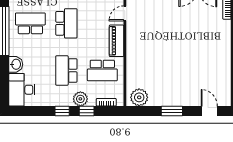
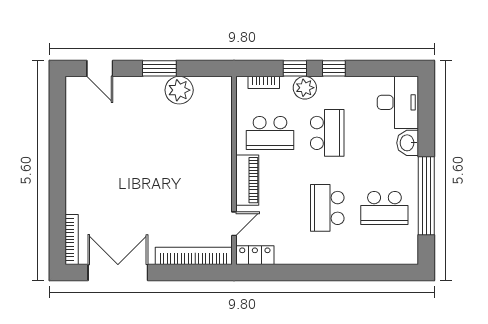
school desk: (102, 70) -> (270, 133), turned 180
plant: (139, 97) -> (179, 90), moved

